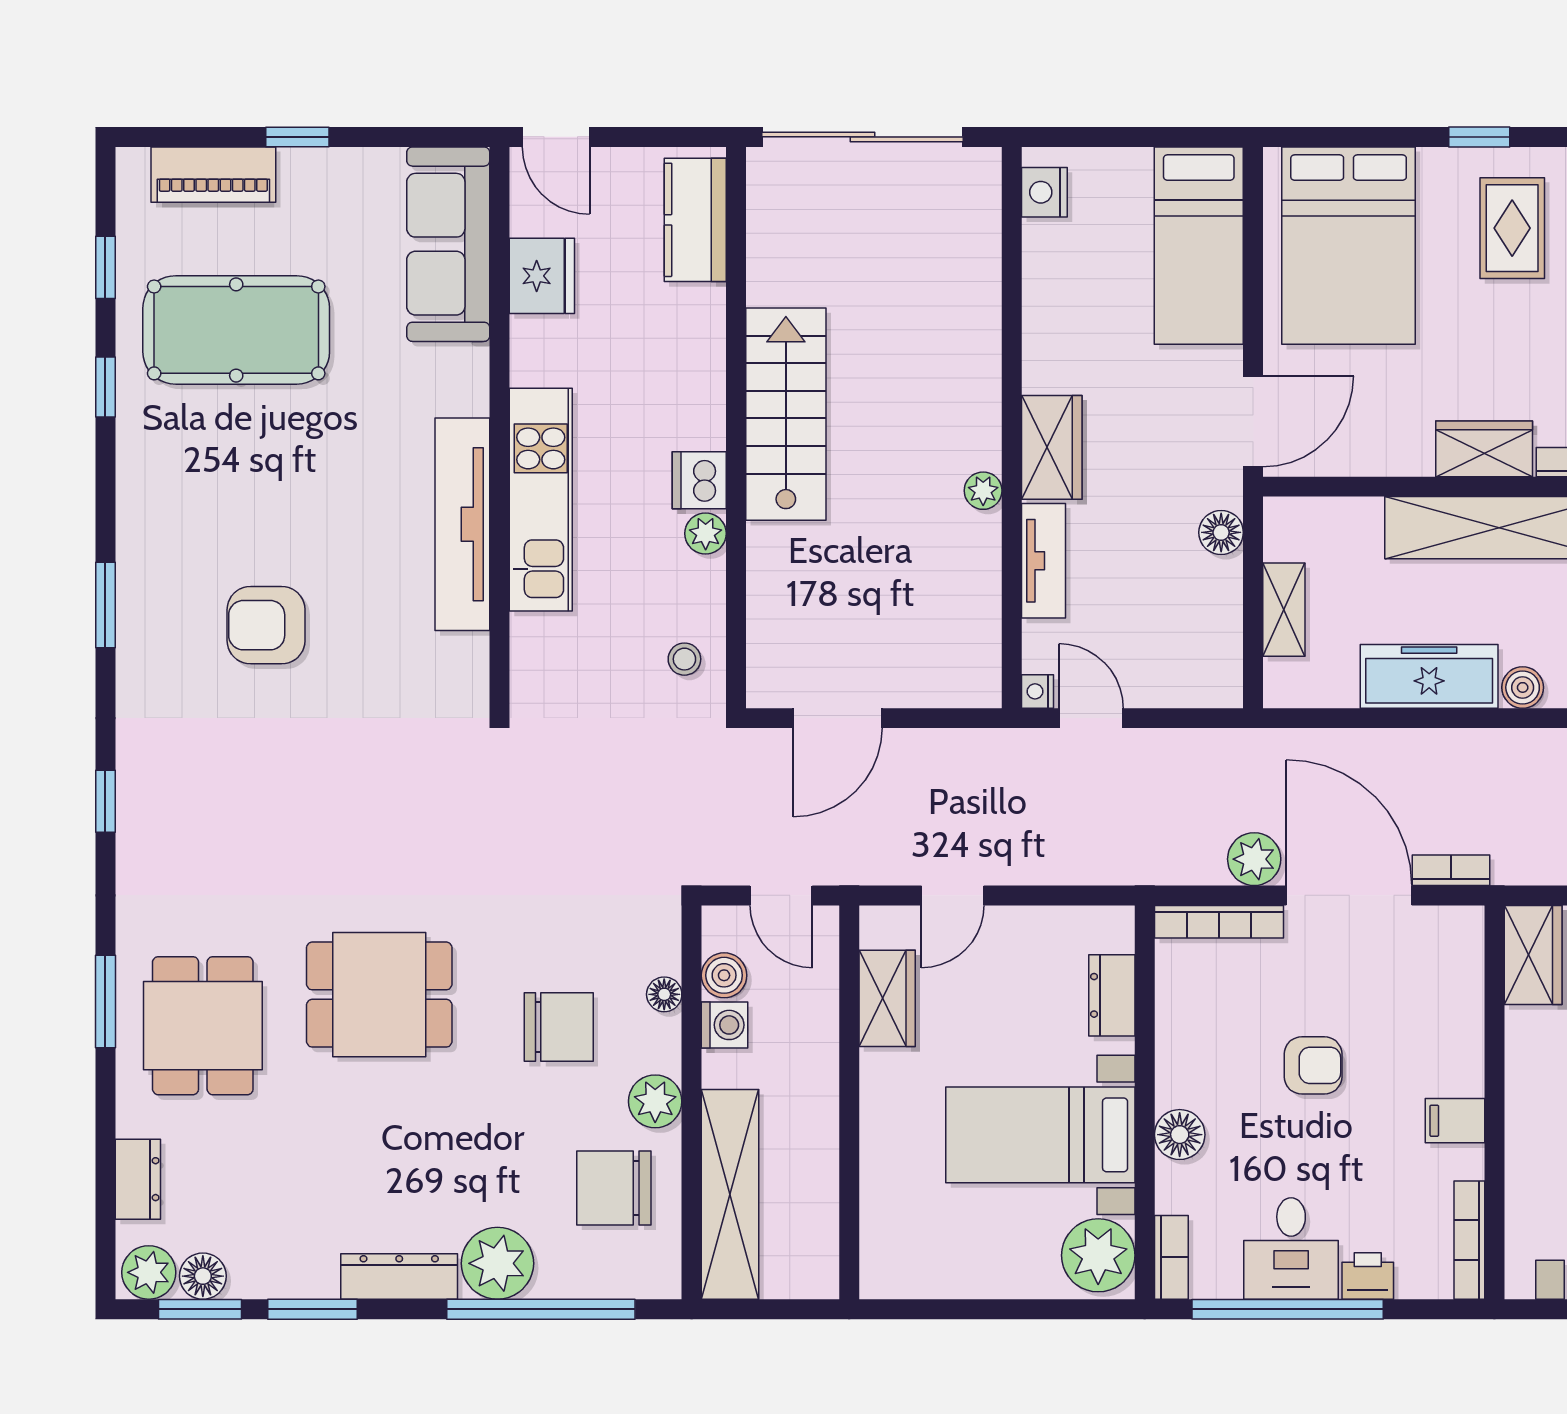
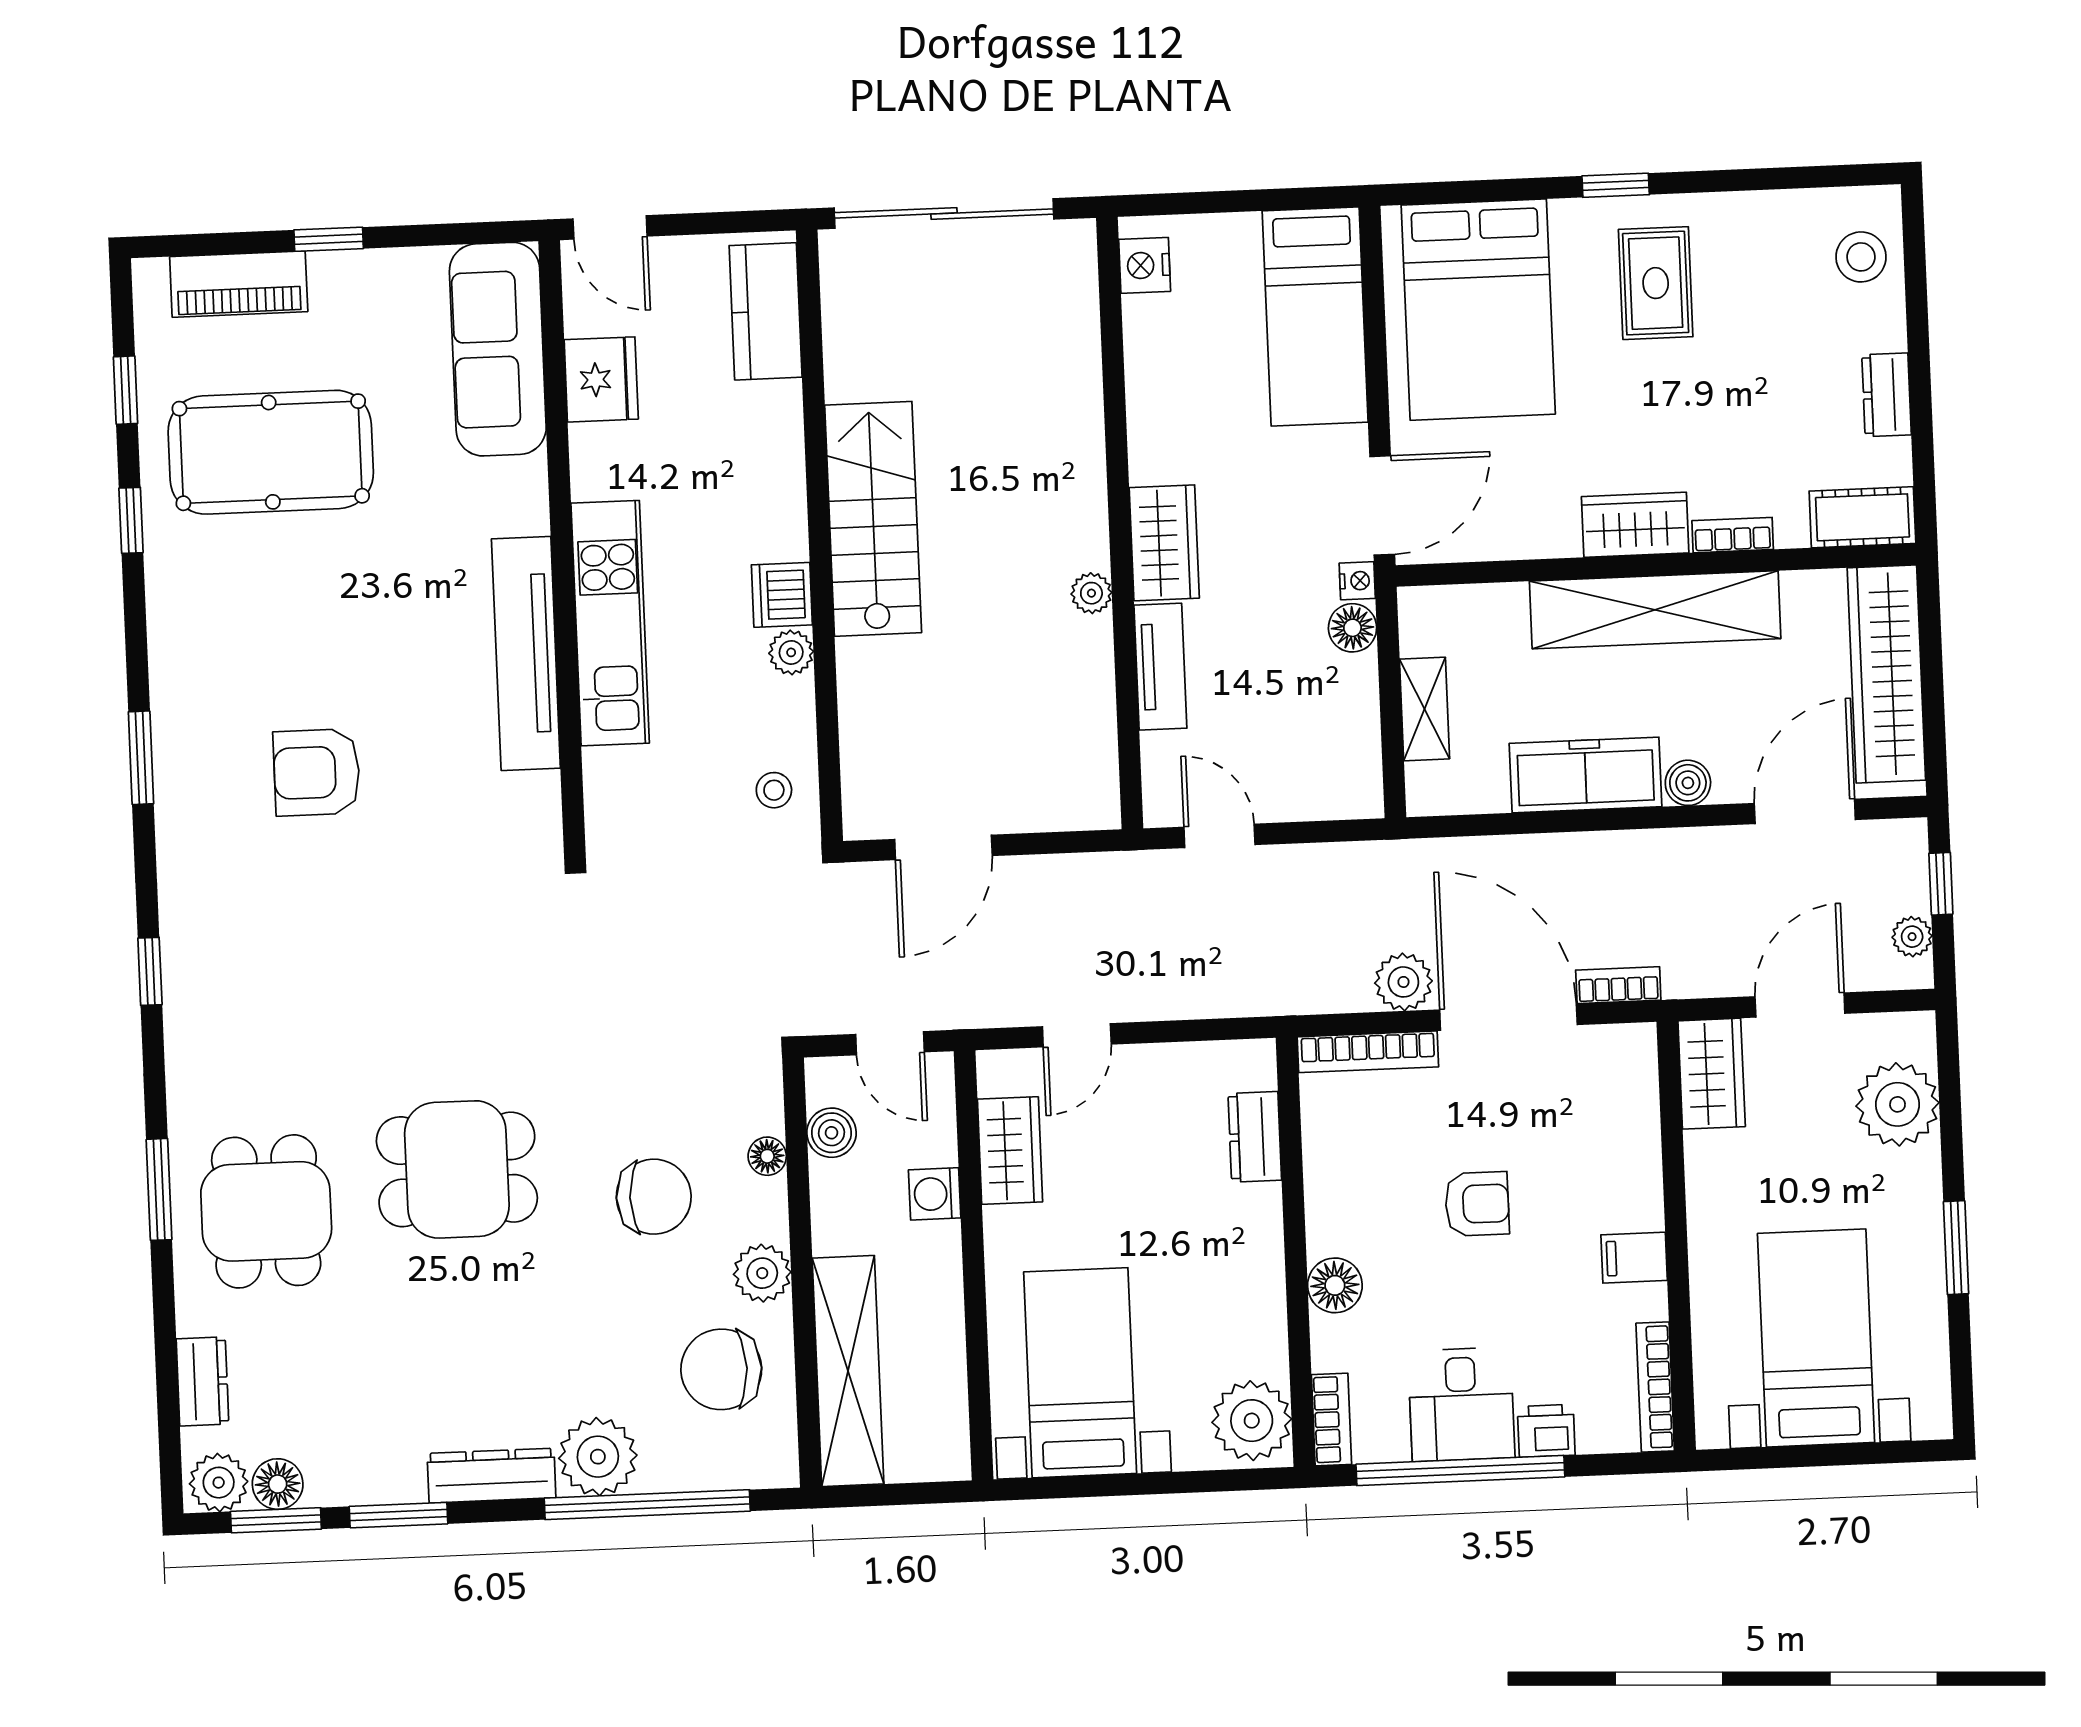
nightstand: (1038, 691) -> (1357, 581), moved, turned 180
washing machine: (725, 1025) -> (935, 1194), moved, turned 180
bed with nightstands: (1040, 1135) -> (1080, 1373), moved, turned 90

